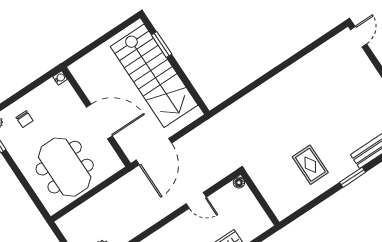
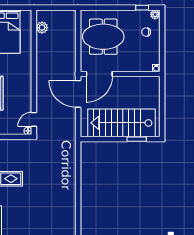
door: (99, 122) -> (99, 74), moved
door: (196, 200) -> (34, 119), moved

